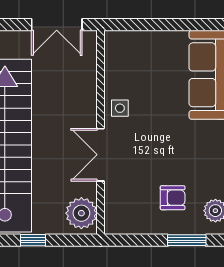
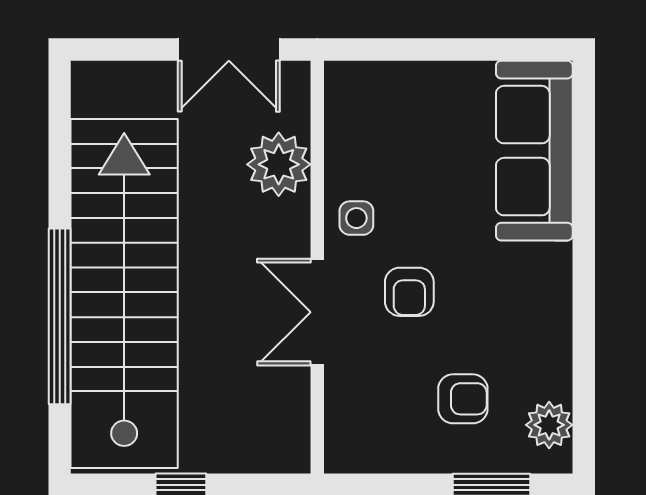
armchair: (146, 145) -> (409, 292), added
plant: (81, 213) -> (279, 164), moved

